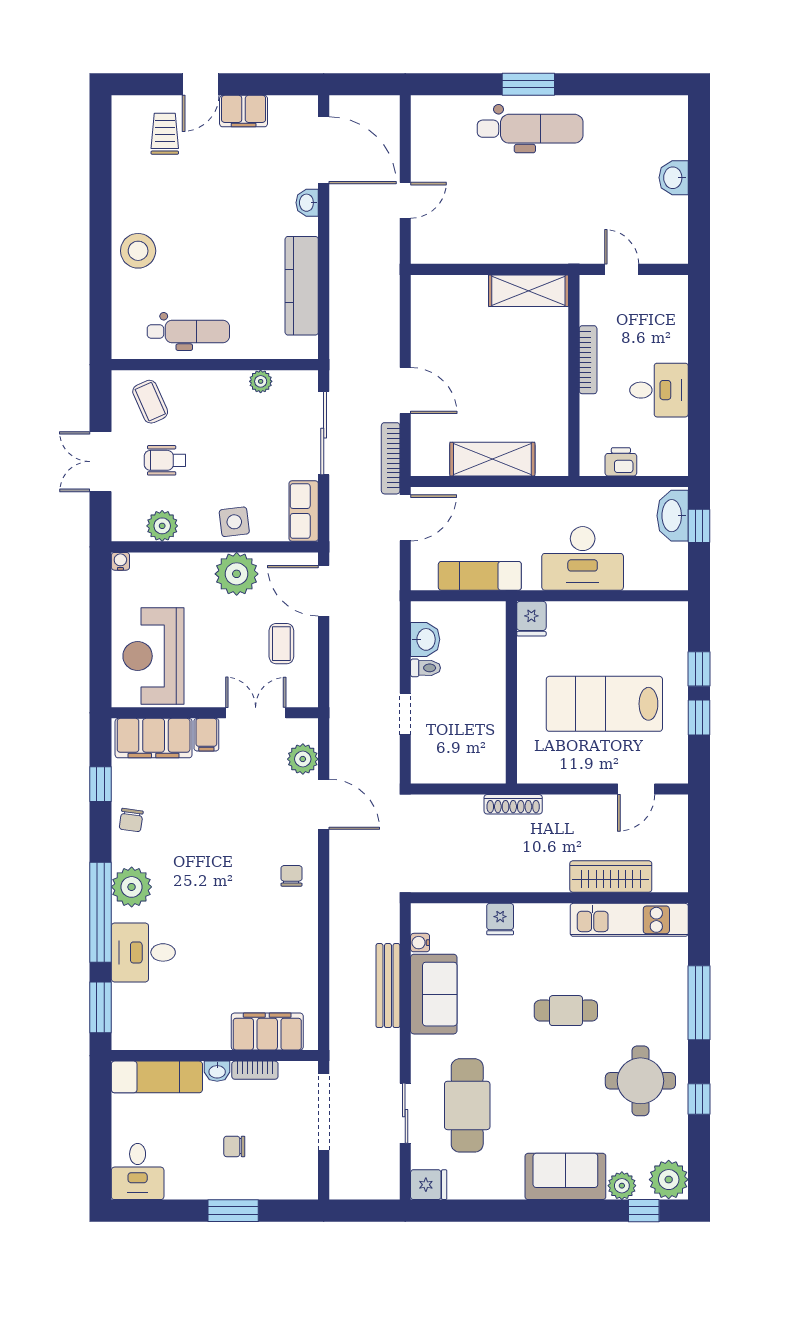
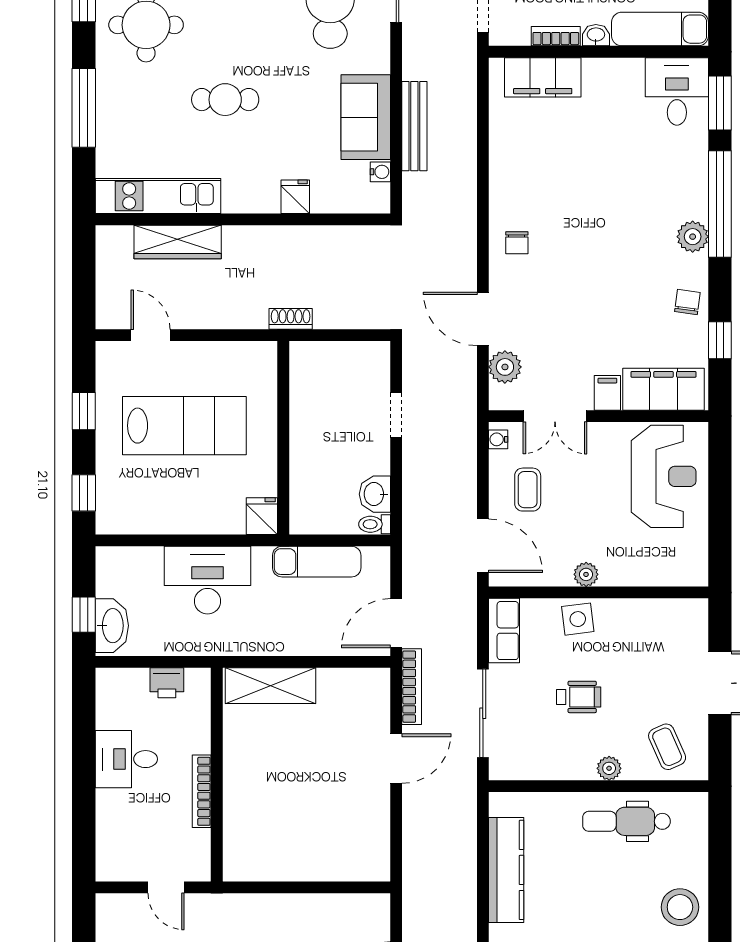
shelving: (528, 291) -> (265, 865), removed
plant: (261, 381) -> (609, 768), moved
door: (405, 391) -> (396, 759), swing flipped
shelving: (492, 459) -> (271, 686), moved
wheelchair: (165, 460) -> (579, 697), moved
plant: (162, 526) -> (654, 615), removed
water cooler: (120, 561) -> (498, 439), moved, turned 90
plant: (237, 574) -> (586, 574), width x0.53, depth x0.53
toilet: (425, 668) -> (375, 524), moved
window: (699, 669) -> (84, 493), moved
door: (636, 789) -> (151, 335), hinge flipped
shoe rack: (513, 804) -> (291, 319), width x0.70
plant: (132, 887) -> (693, 237), width x0.73, depth x0.73
desk: (143, 952) -> (677, 91), moved, turned -90

